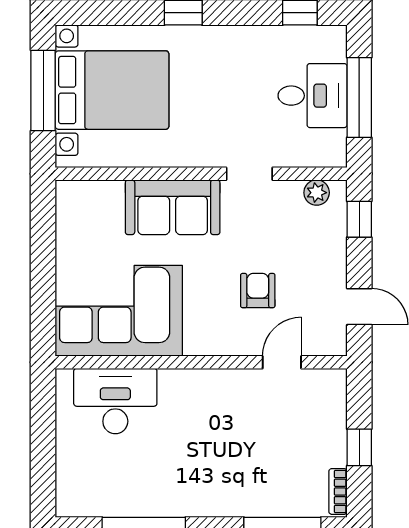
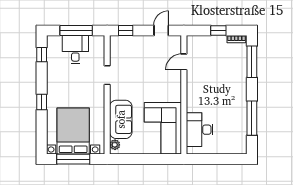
plant: (317, 193) -> (115, 145), moved
sofa: (173, 207) -> (121, 119), moved
armchair: (258, 291) -> (155, 72), removed
door: (282, 362) -> (184, 62), hinge flipped

